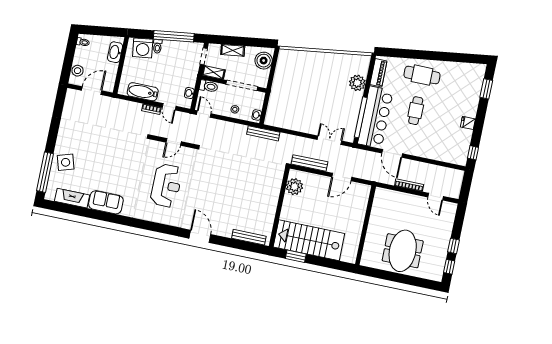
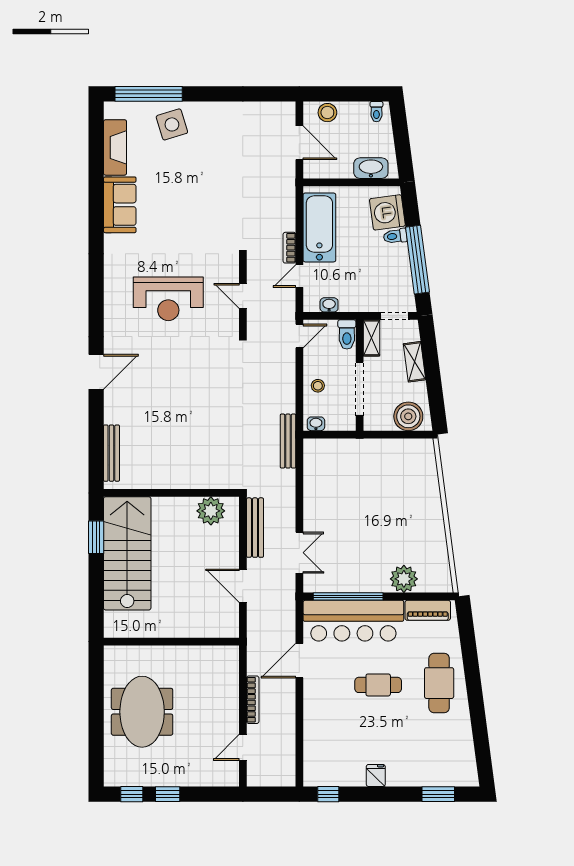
bathtub: (143, 92) -> (319, 227), width x1.36, depth x1.36
meeting table: (403, 251) -> (142, 712), turned 90

